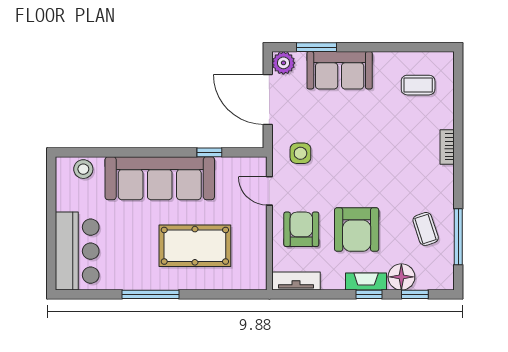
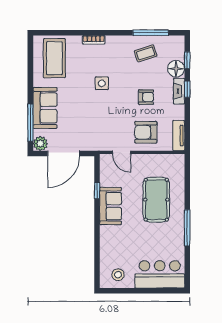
window: (317, 47) -> (30, 123), width x1.44
coffee table: (418, 85) -> (54, 58), width x1.86, depth x1.72
side table: (300, 153) -> (102, 83), moved
stool: (83, 169) -> (118, 275), moved
sofa: (160, 178) -> (111, 206), width x0.54, depth x0.79
door: (269, 191) -> (122, 152), hinge flipped
armchair: (357, 230) -> (146, 97), width x0.53, depth x0.53

